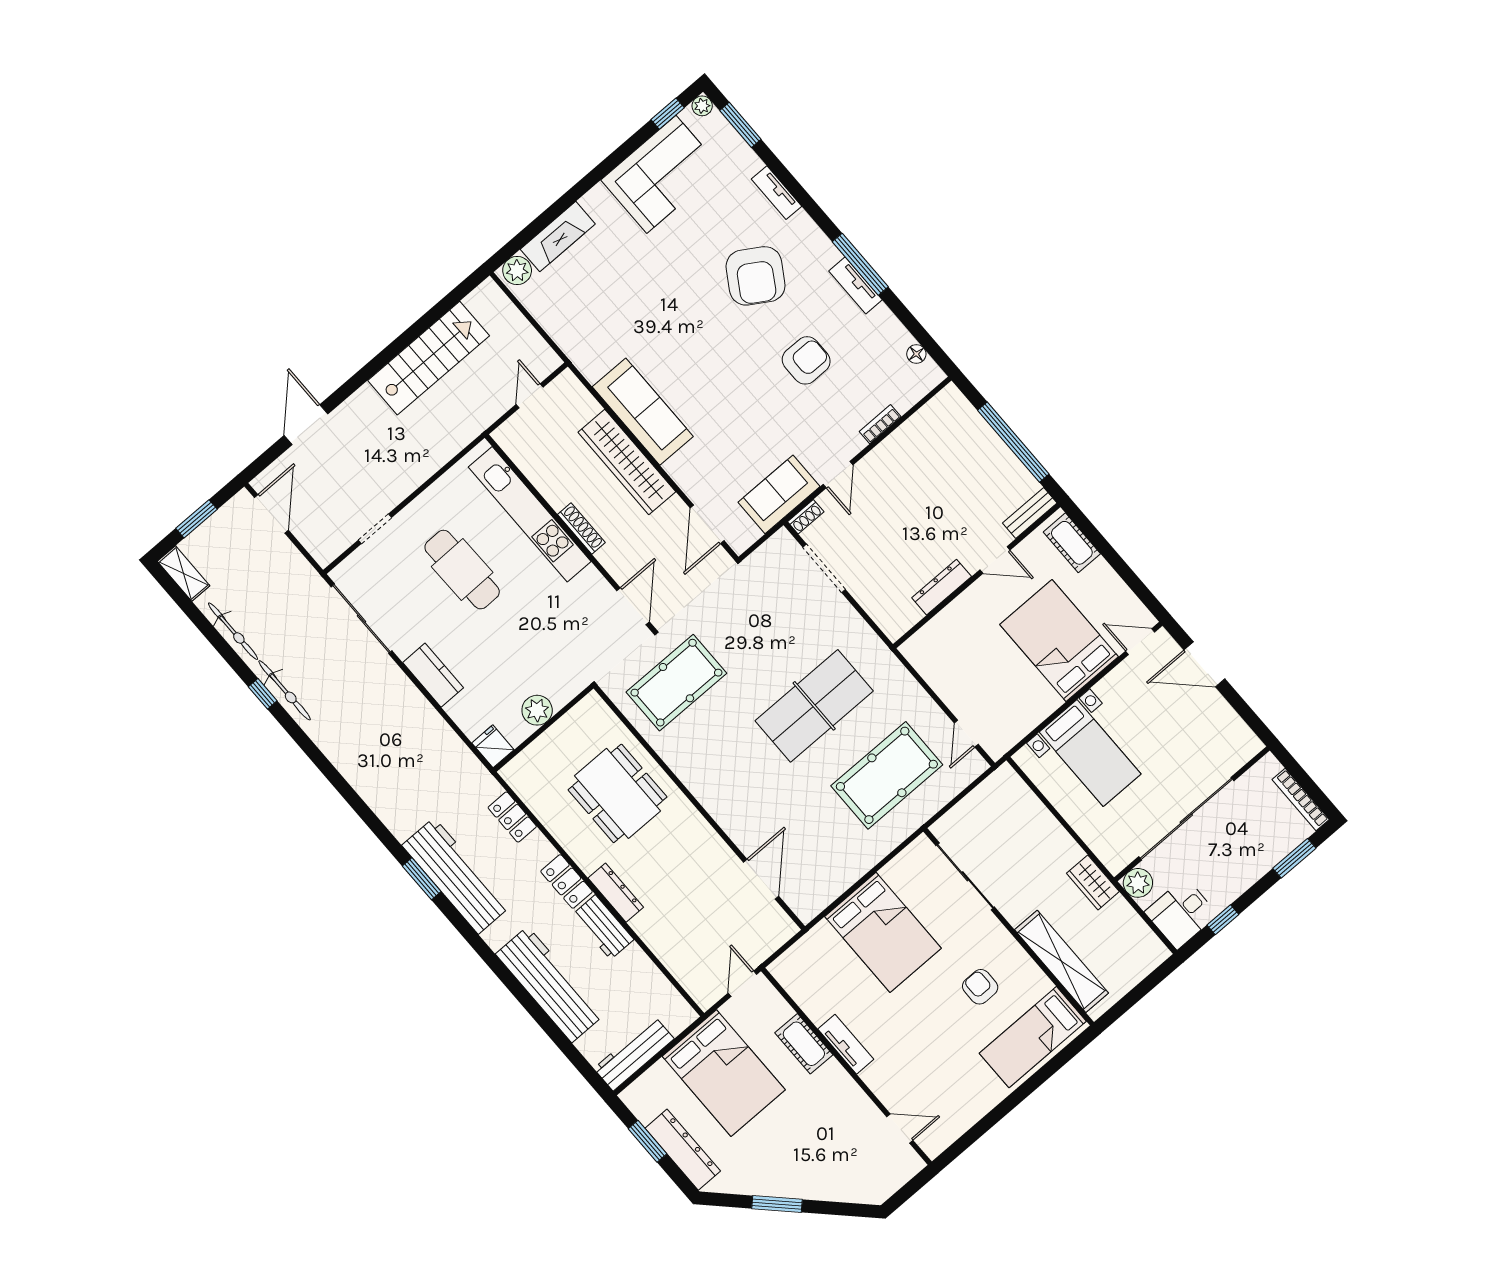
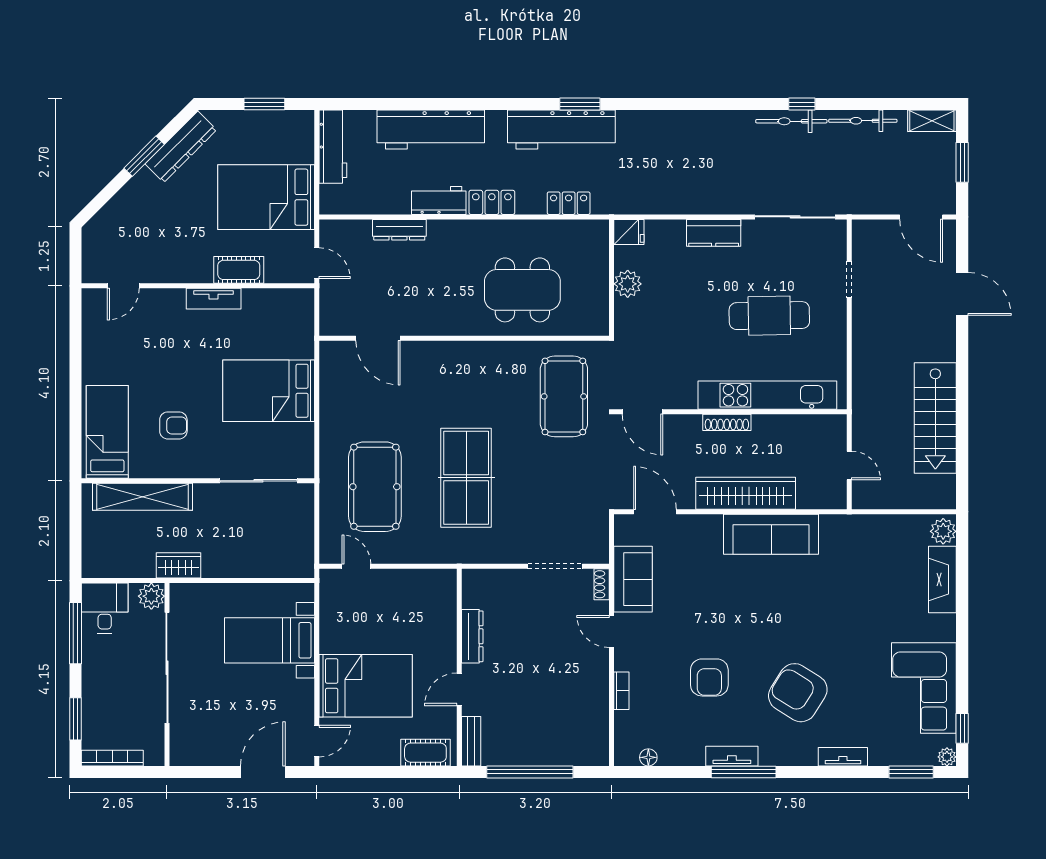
dresser: (616, 893) -> (399, 230), moved
window: (1223, 920) -> (75, 633), width x2.17
dresser: (683, 1150) -> (181, 147), moved, turned -45

